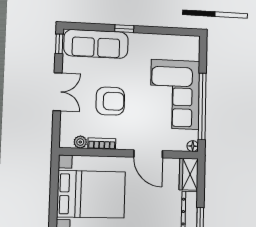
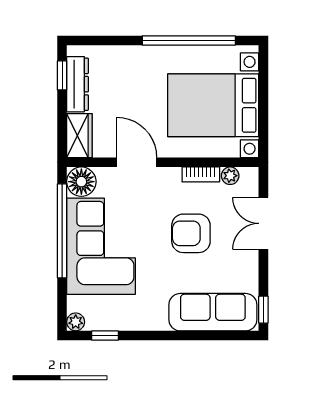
window: (124, 29) -> (105, 336), moved
plant: (194, 42) -> (76, 322), added
double door: (57, 92) -> (263, 223), moved
floor lamp: (193, 146) -> (81, 182), width x1.89, depth x1.89

